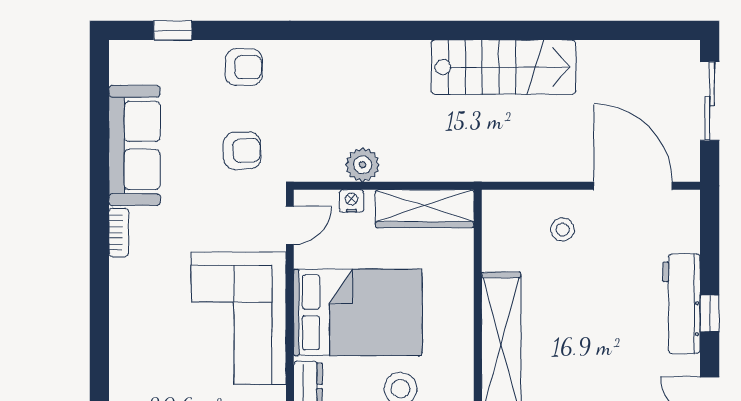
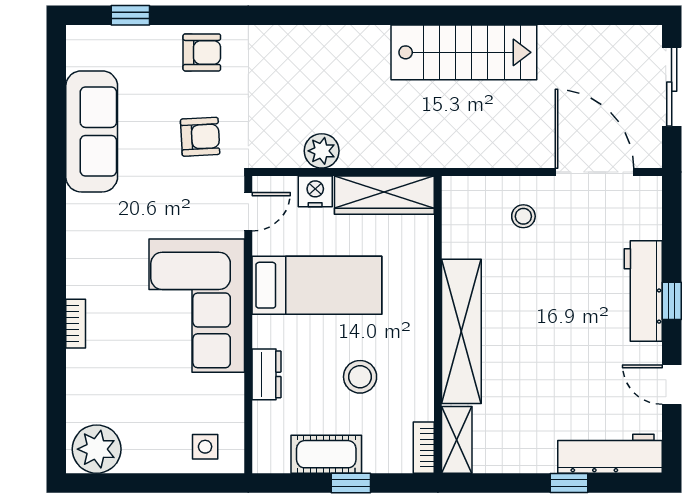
nightstand: (352, 201) -> (315, 191), width x1.39, depth x1.35
bookcase: (119, 232) -> (76, 324), moved
bed: (358, 312) -> (317, 285), width x0.67

